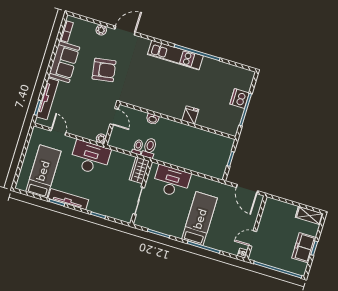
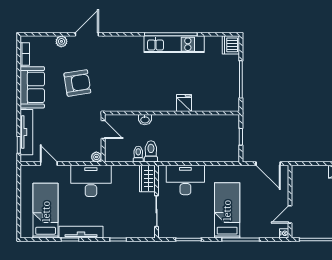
kitchen unit: (175, 55) -> (174, 44), moved
dishwasher: (240, 98) -> (231, 45), moved

